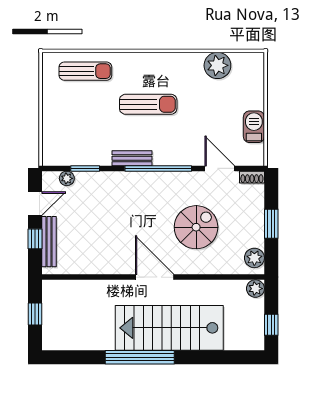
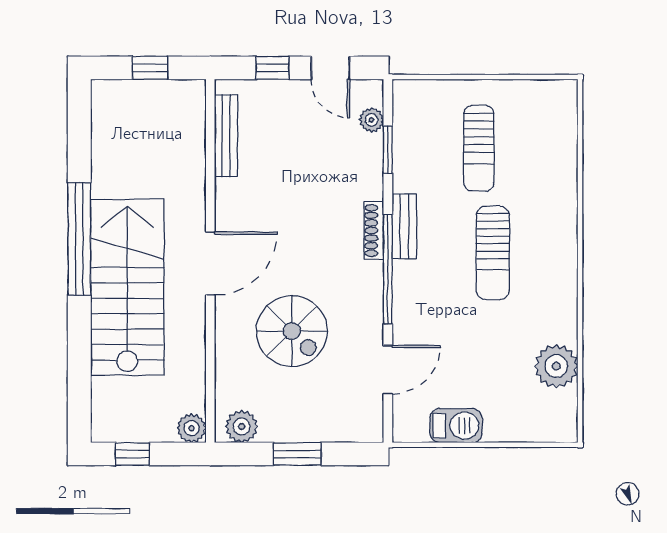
sun lounger: (85, 71) -> (479, 148), moved
shoe rack: (252, 177) -> (374, 231), moved, width x1.43
bench: (49, 242) -> (226, 135), moved, turned 90

